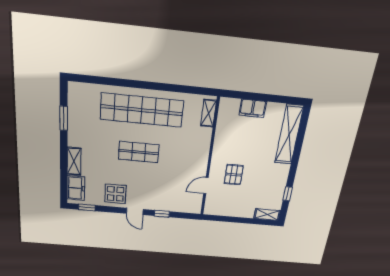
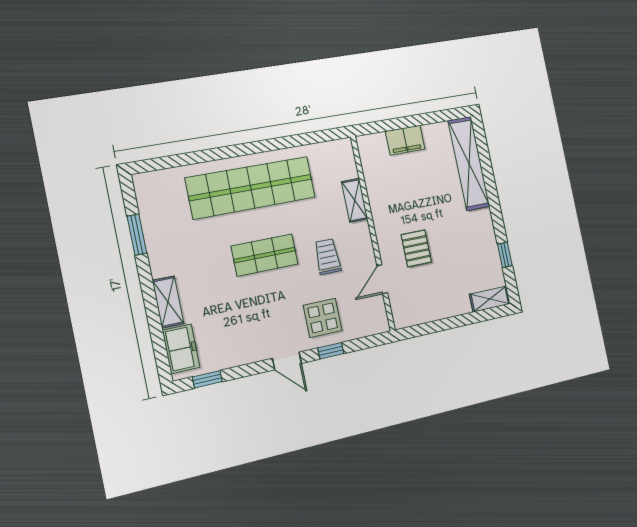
shelving: (209, 113) -> (355, 200), moved
trolley: (177, 164) -> (328, 257), added
display table: (115, 194) -> (323, 318), moved

